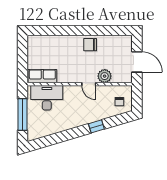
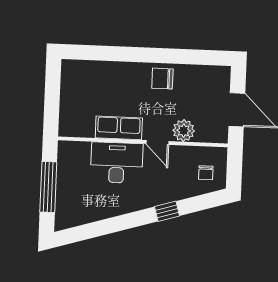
row of seats: (42, 76) -> (119, 128), moved
desk: (47, 98) -> (117, 163), moved

